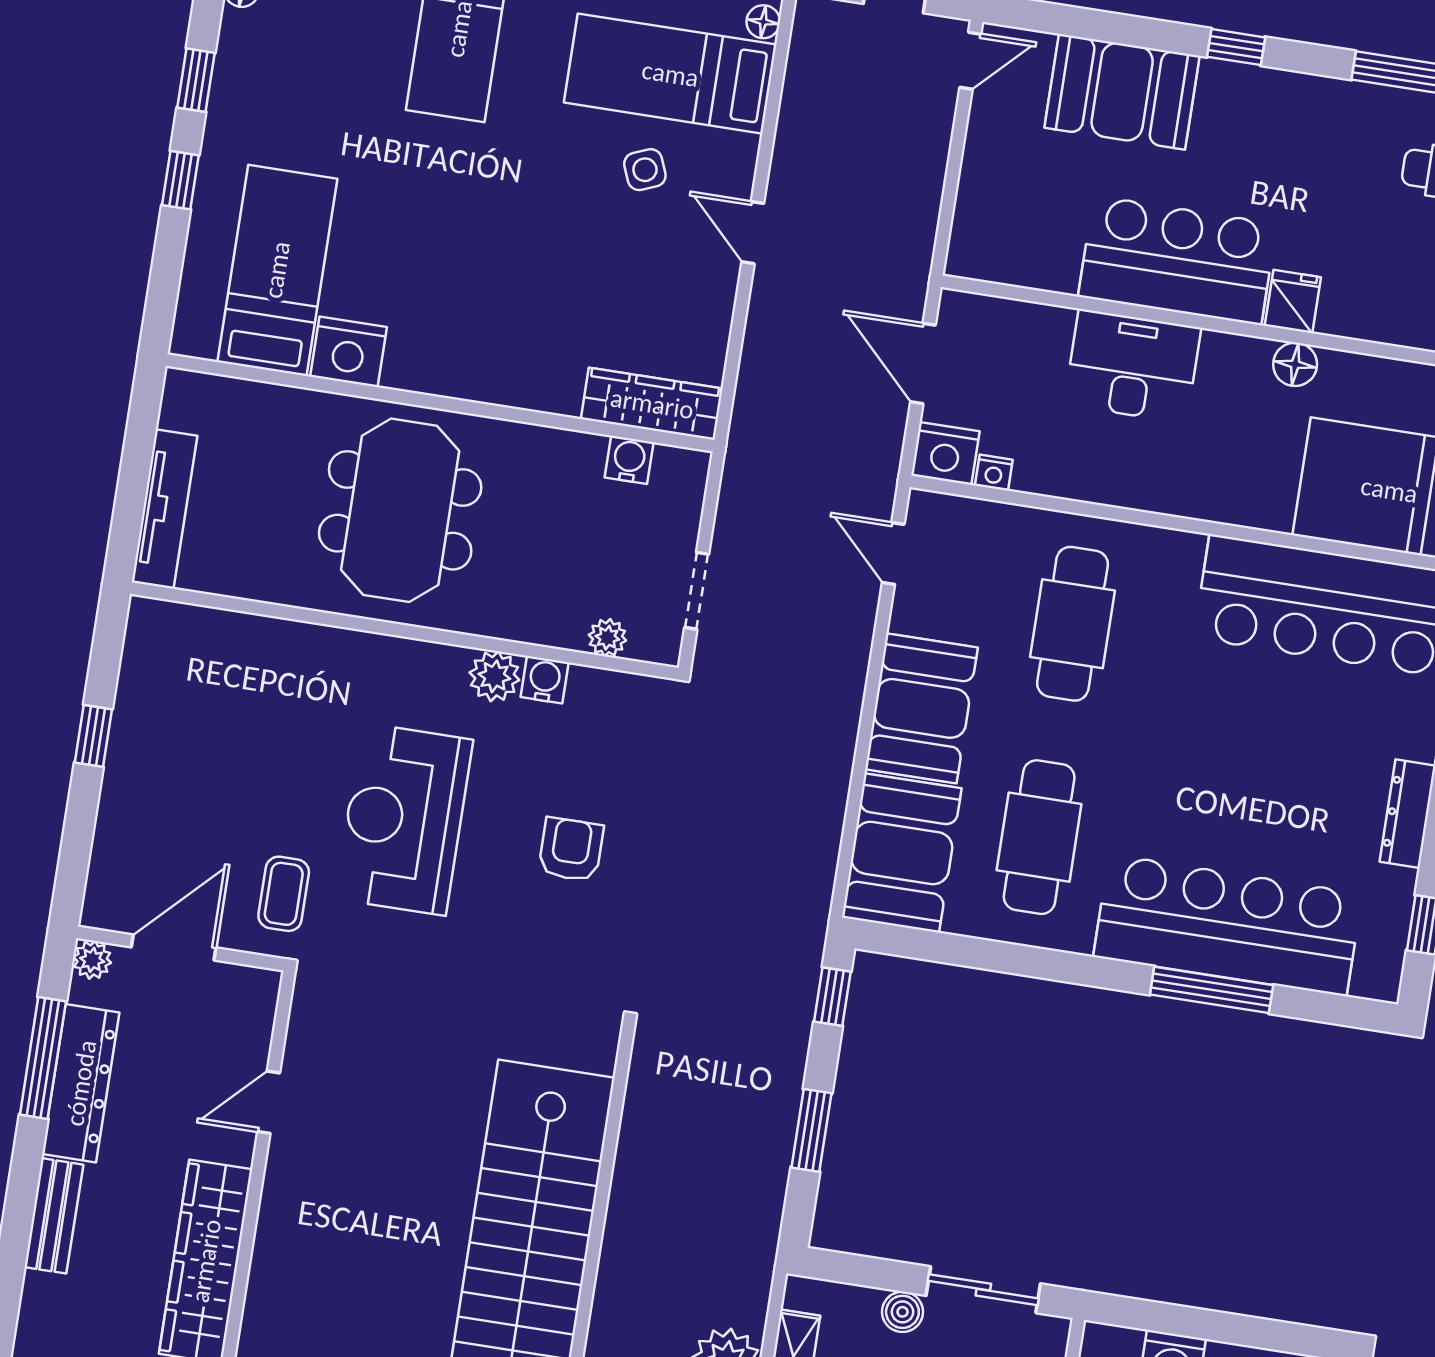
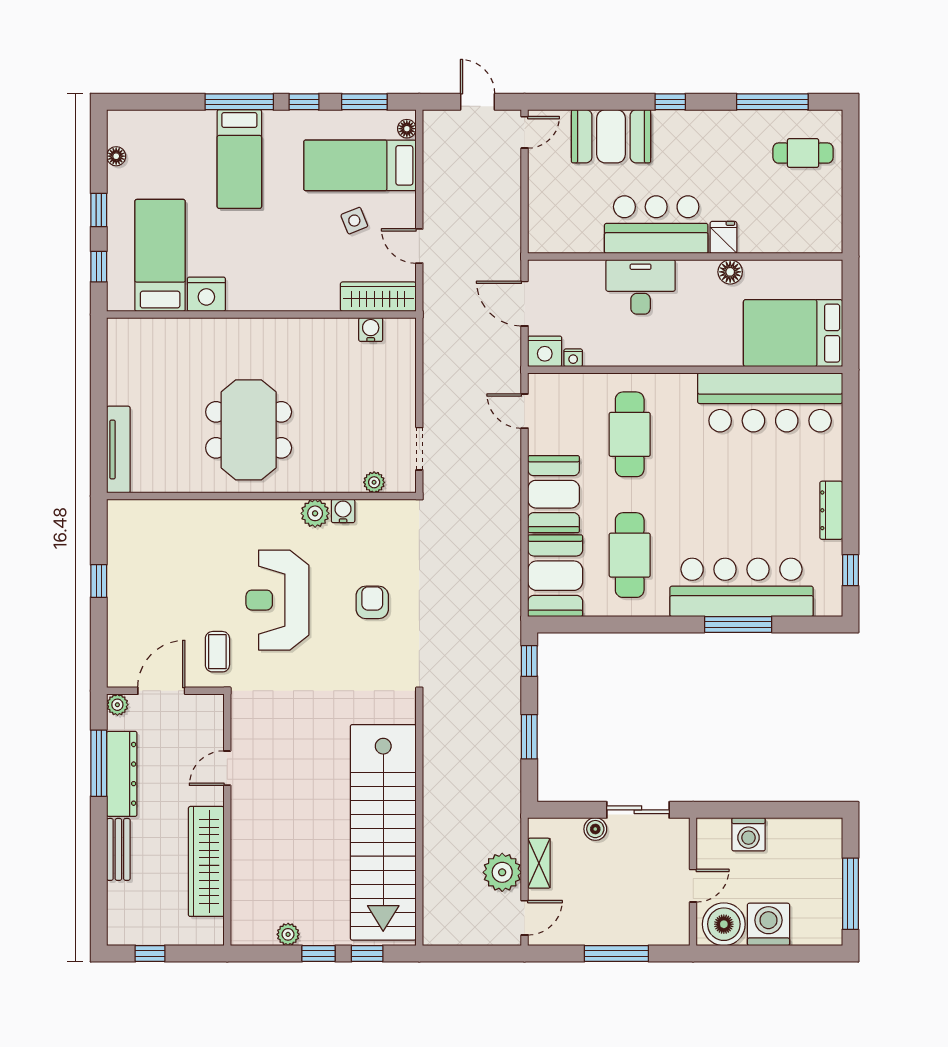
bed: (277, 270) -> (160, 255), moved
nightstand: (348, 352) -> (206, 294), moved
wall: (440, 403) -> (261, 314), moved
wardrobe: (652, 404) -> (378, 297), moved
water cooler: (629, 460) -> (371, 330), moved

